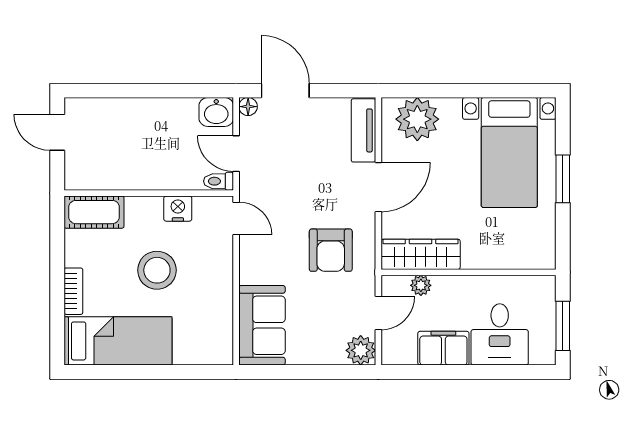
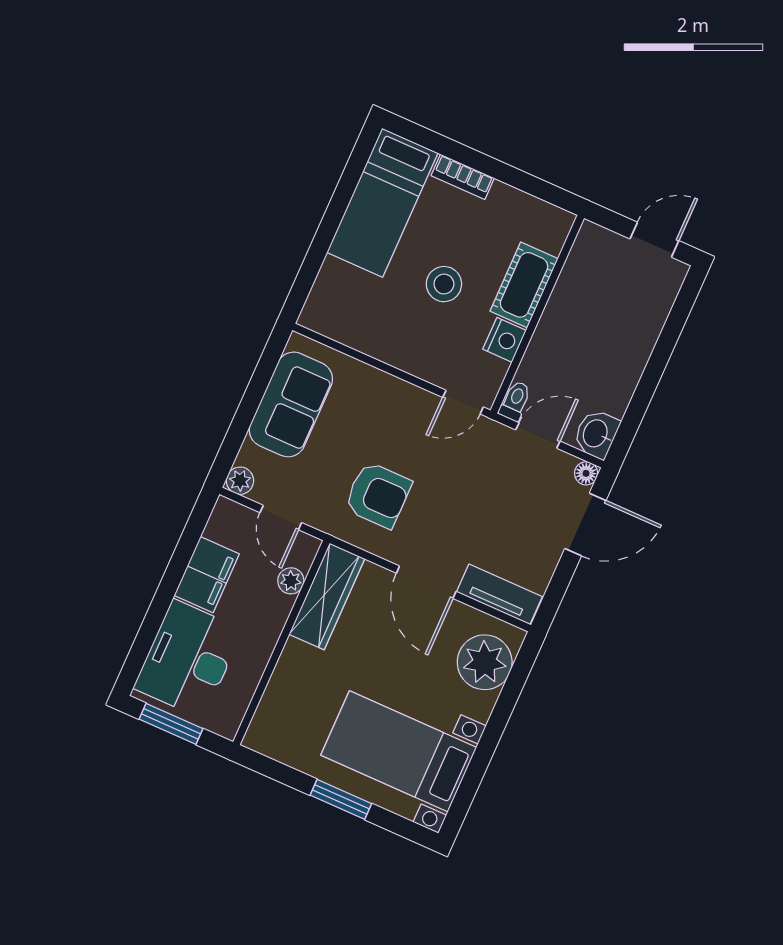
cot: (94, 212) -> (524, 285), moved
armchair: (331, 250) -> (378, 495), turned 180
stool: (157, 270) -> (444, 284), width x0.73, depth x0.73
sofa: (262, 325) -> (291, 404), moved, turned -90
desk: (500, 334) -> (188, 659), width x1.37
plant: (361, 350) -> (240, 481), width x0.73, depth x0.73

